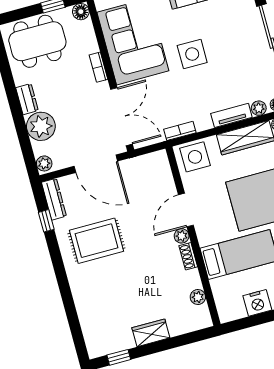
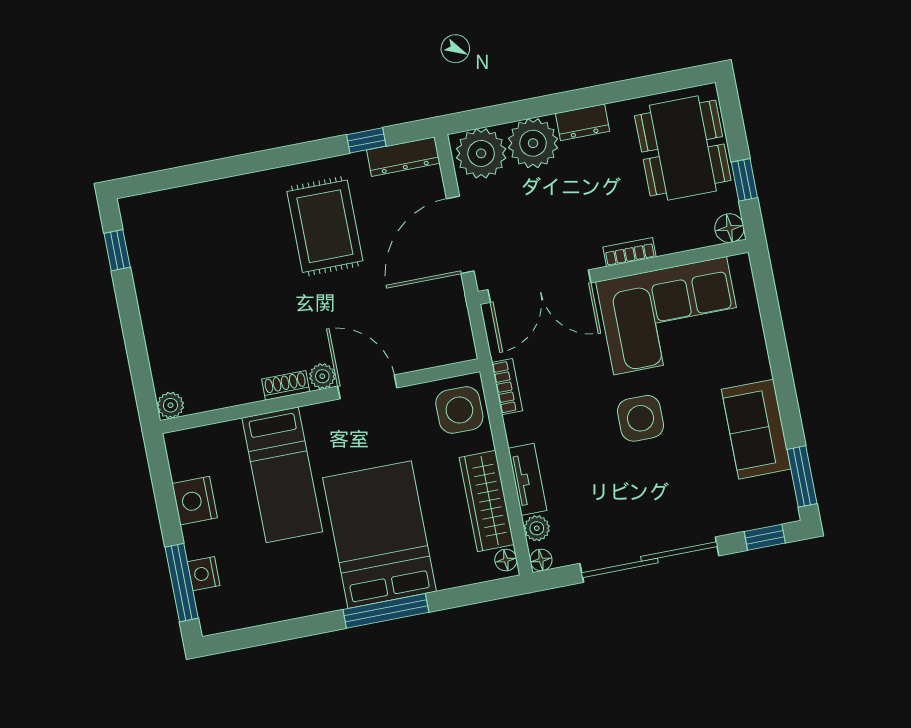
plant: (44, 163) -> (481, 153), width x1.88, depth x1.88
plant: (198, 297) -> (170, 405), moved
wardrobe: (151, 333) -> (156, 310), removed

